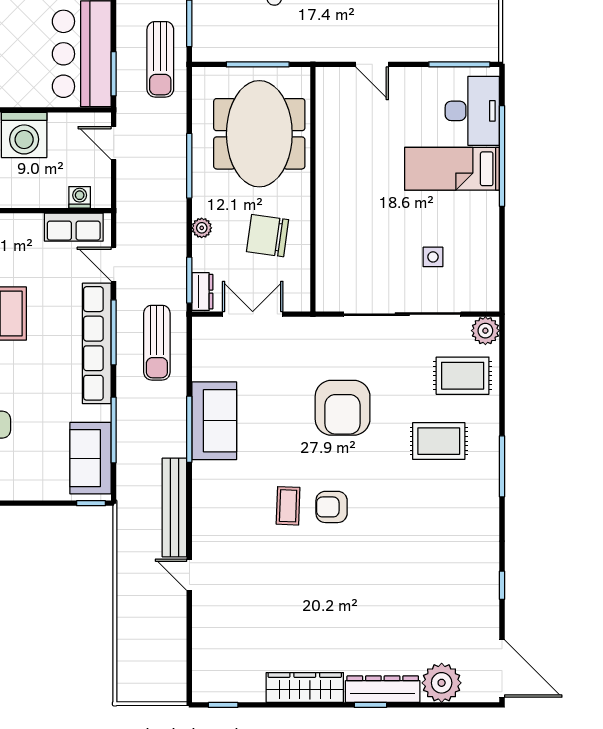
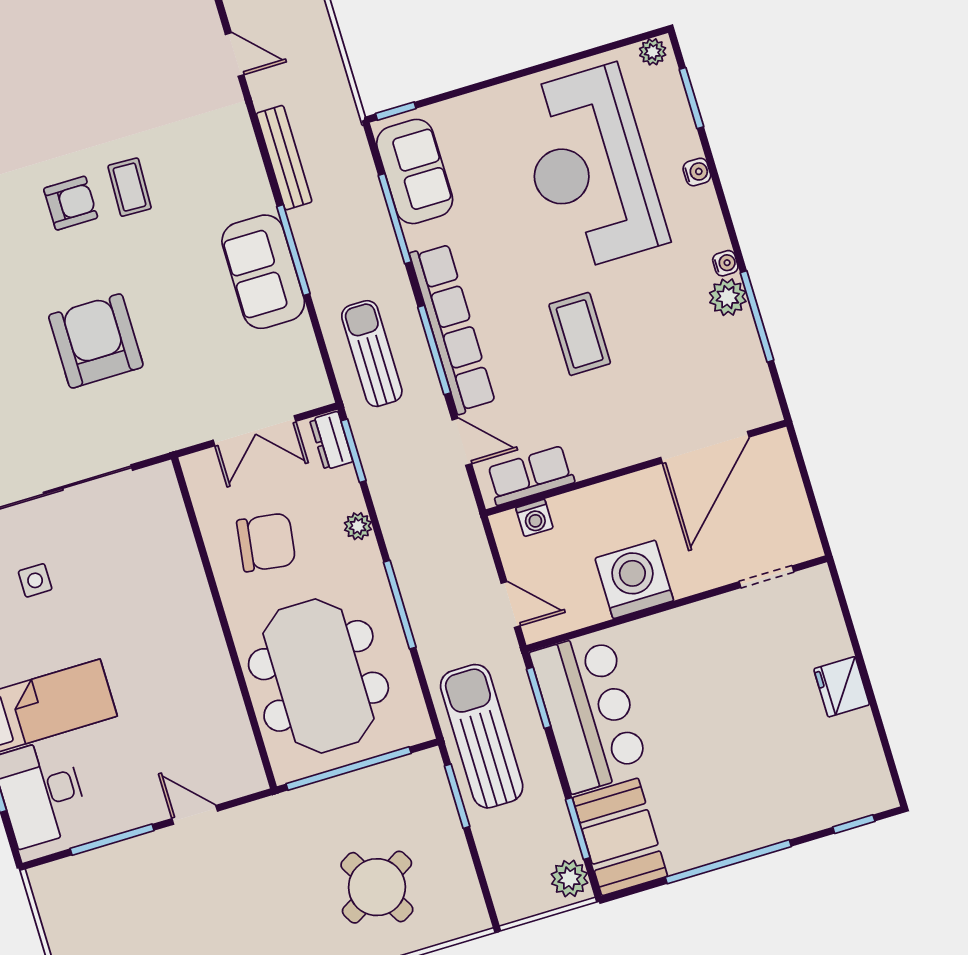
sun lounger: (160, 59) -> (482, 736), width x1.36, depth x1.34
window: (258, 64) -> (349, 769), width x1.46
window: (459, 64) -> (112, 840), moved
bench: (174, 508) -> (284, 158), width x0.73, depth x0.82

